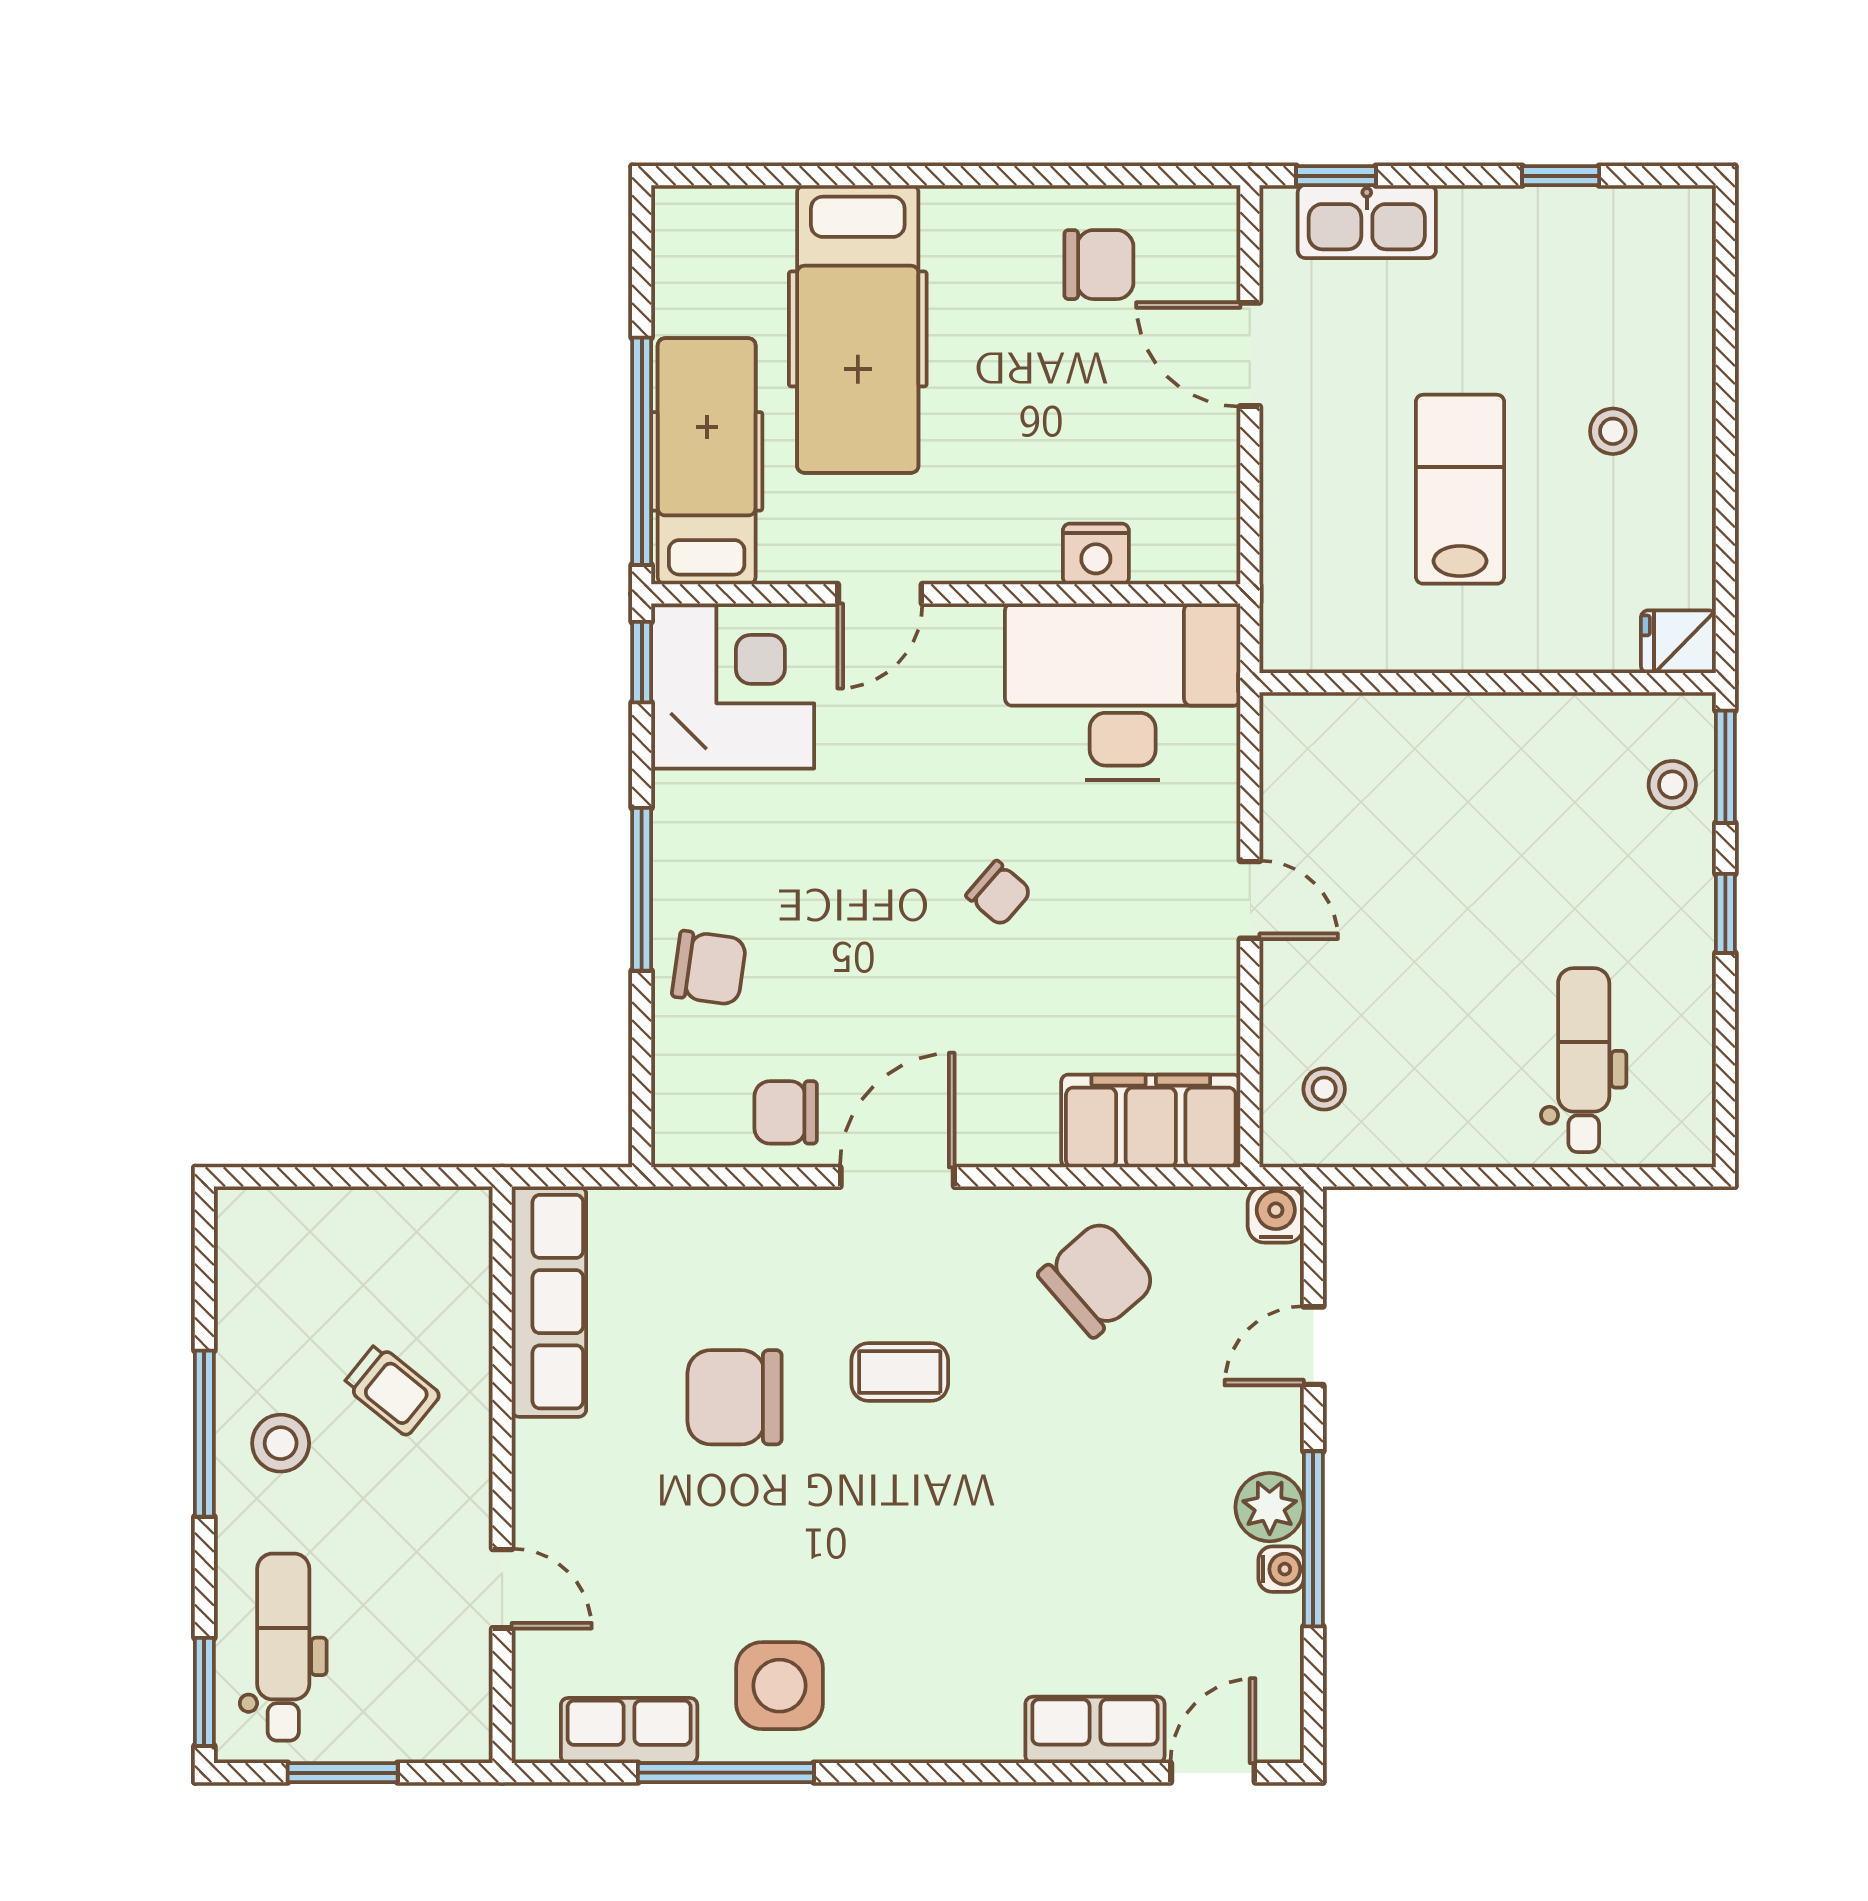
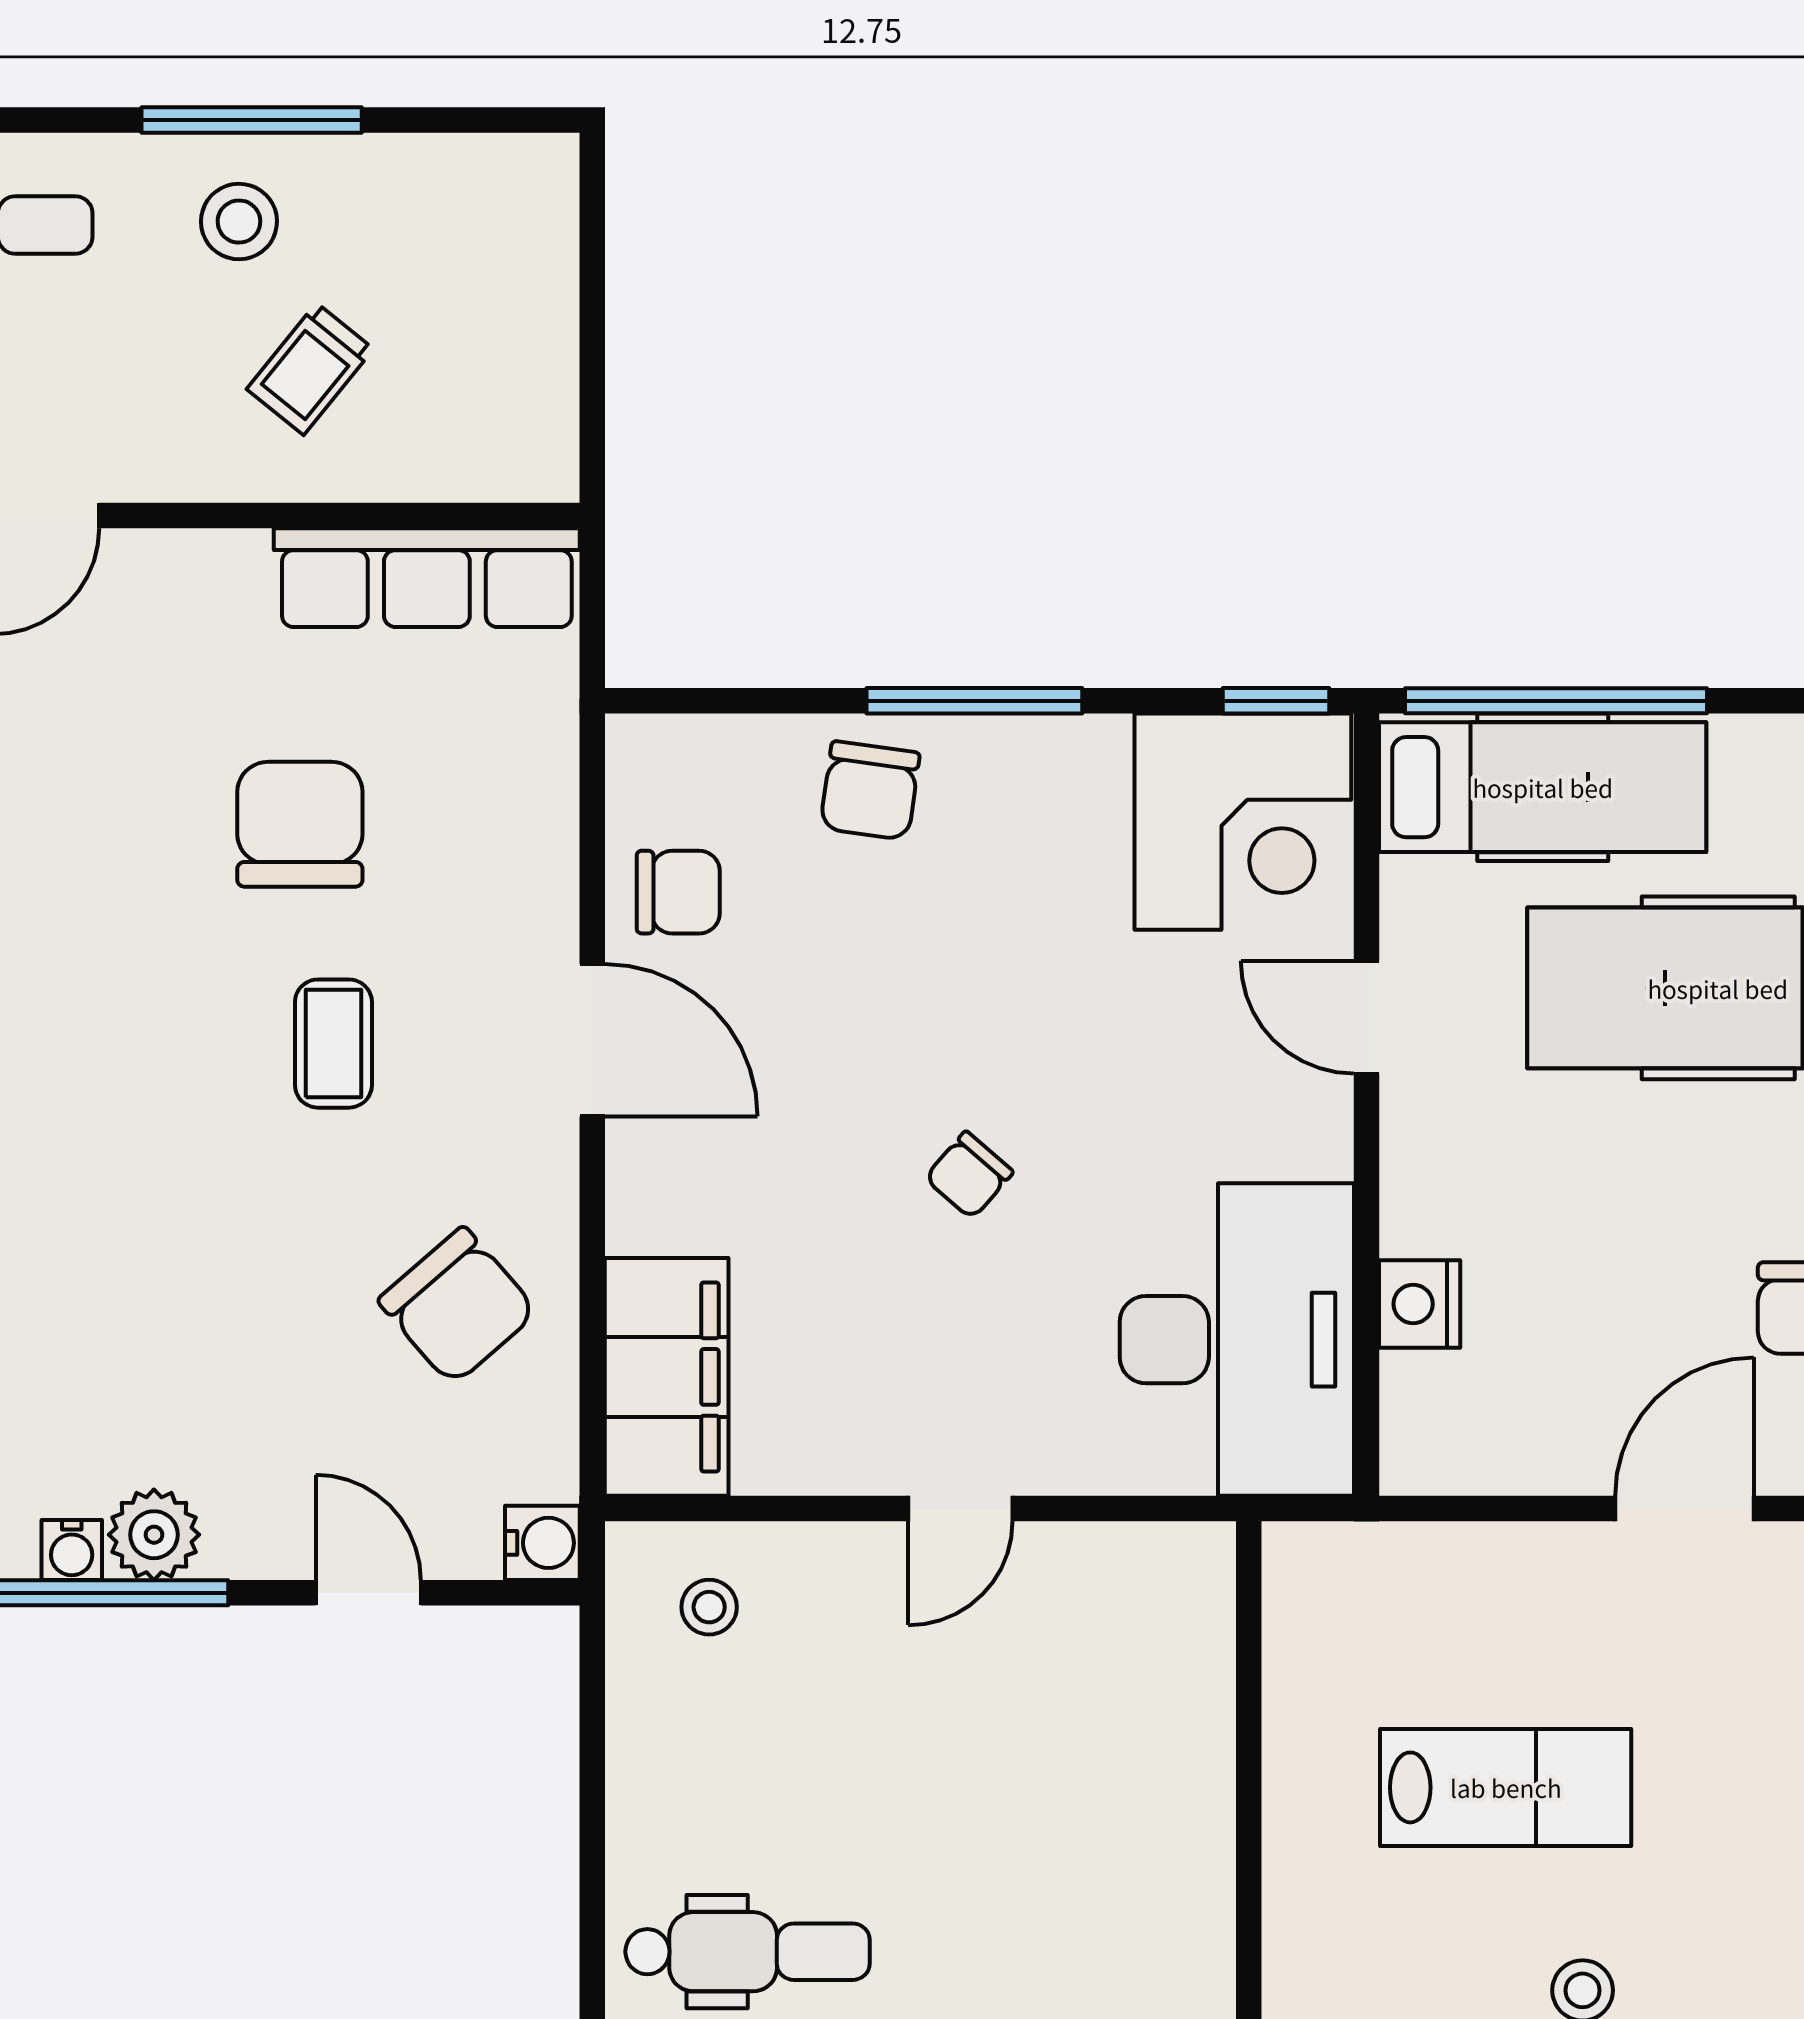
chair: (786, 1112) -> (678, 892), turned 90

